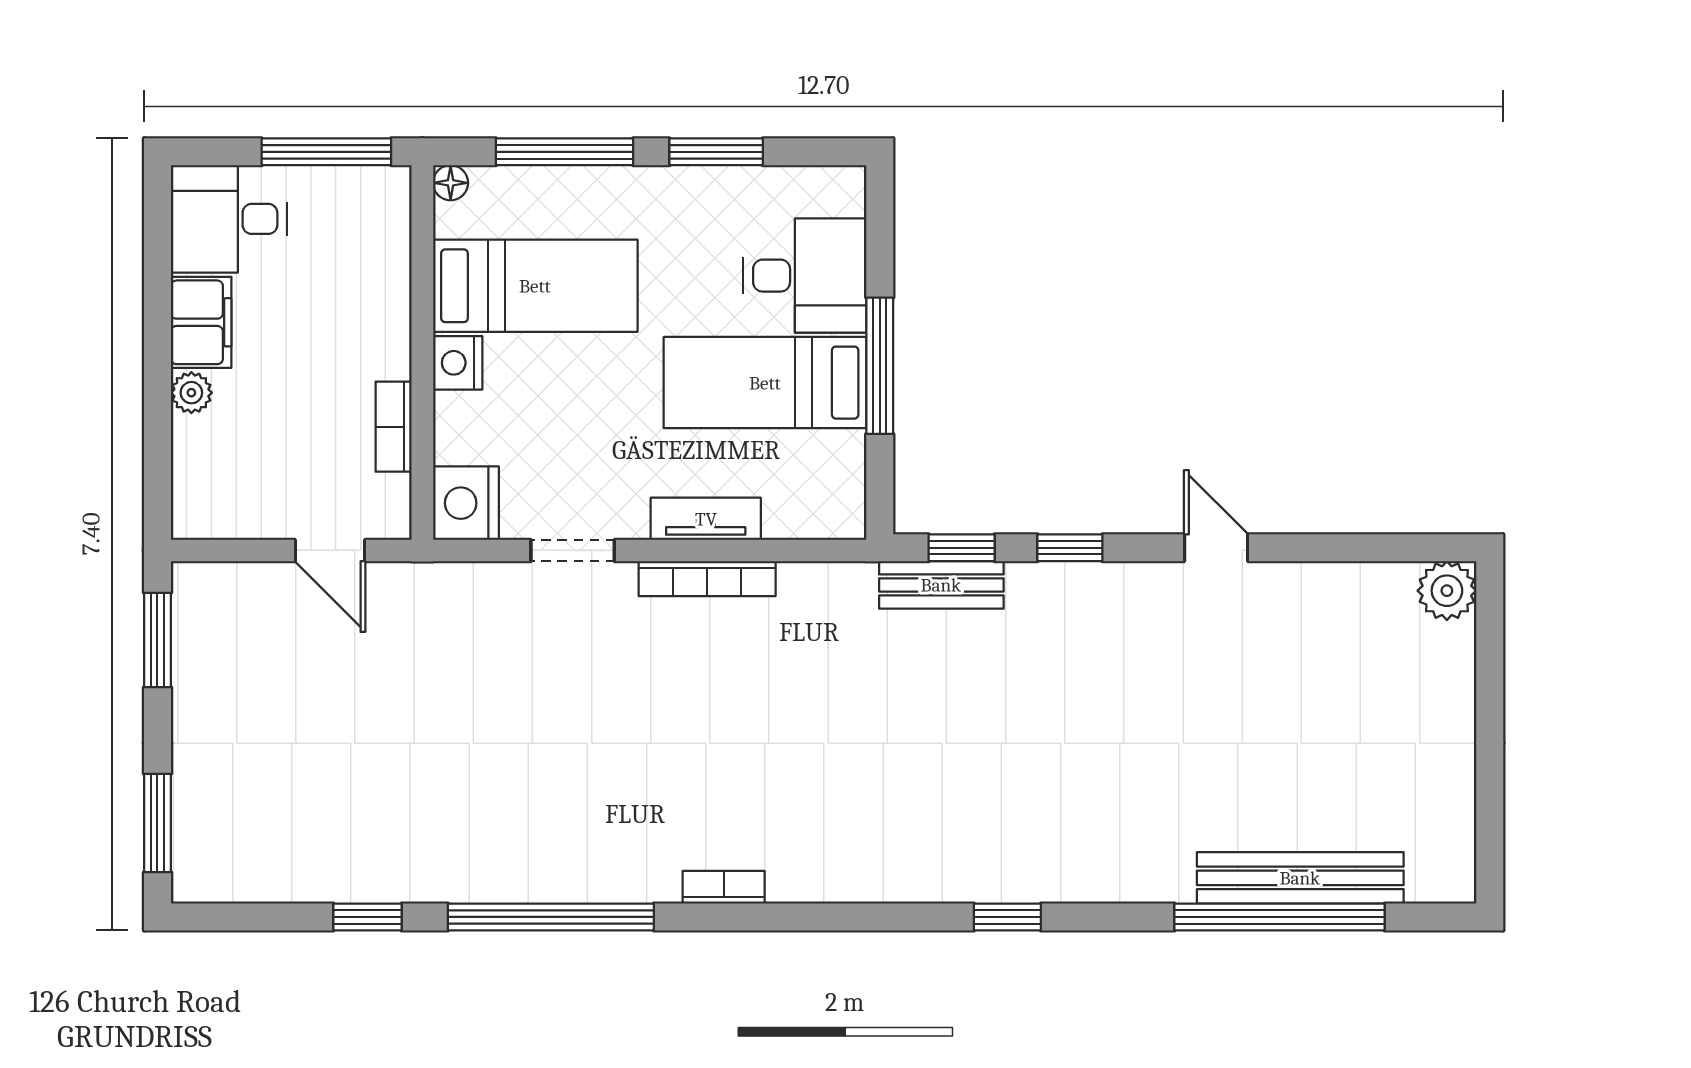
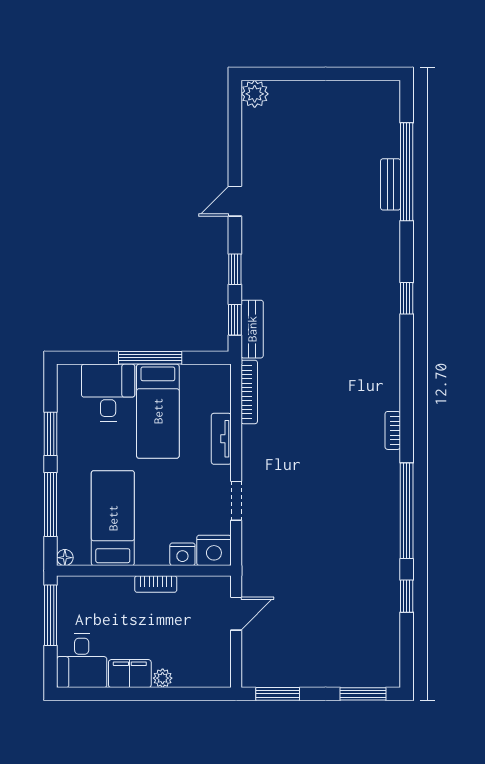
nightstand: (458, 363) -> (182, 554), moved
bookcase: (394, 427) -> (156, 584), moved
bookcase: (707, 579) -> (249, 392), moved
bench: (1300, 878) -> (391, 184), width x0.54, depth x0.82

